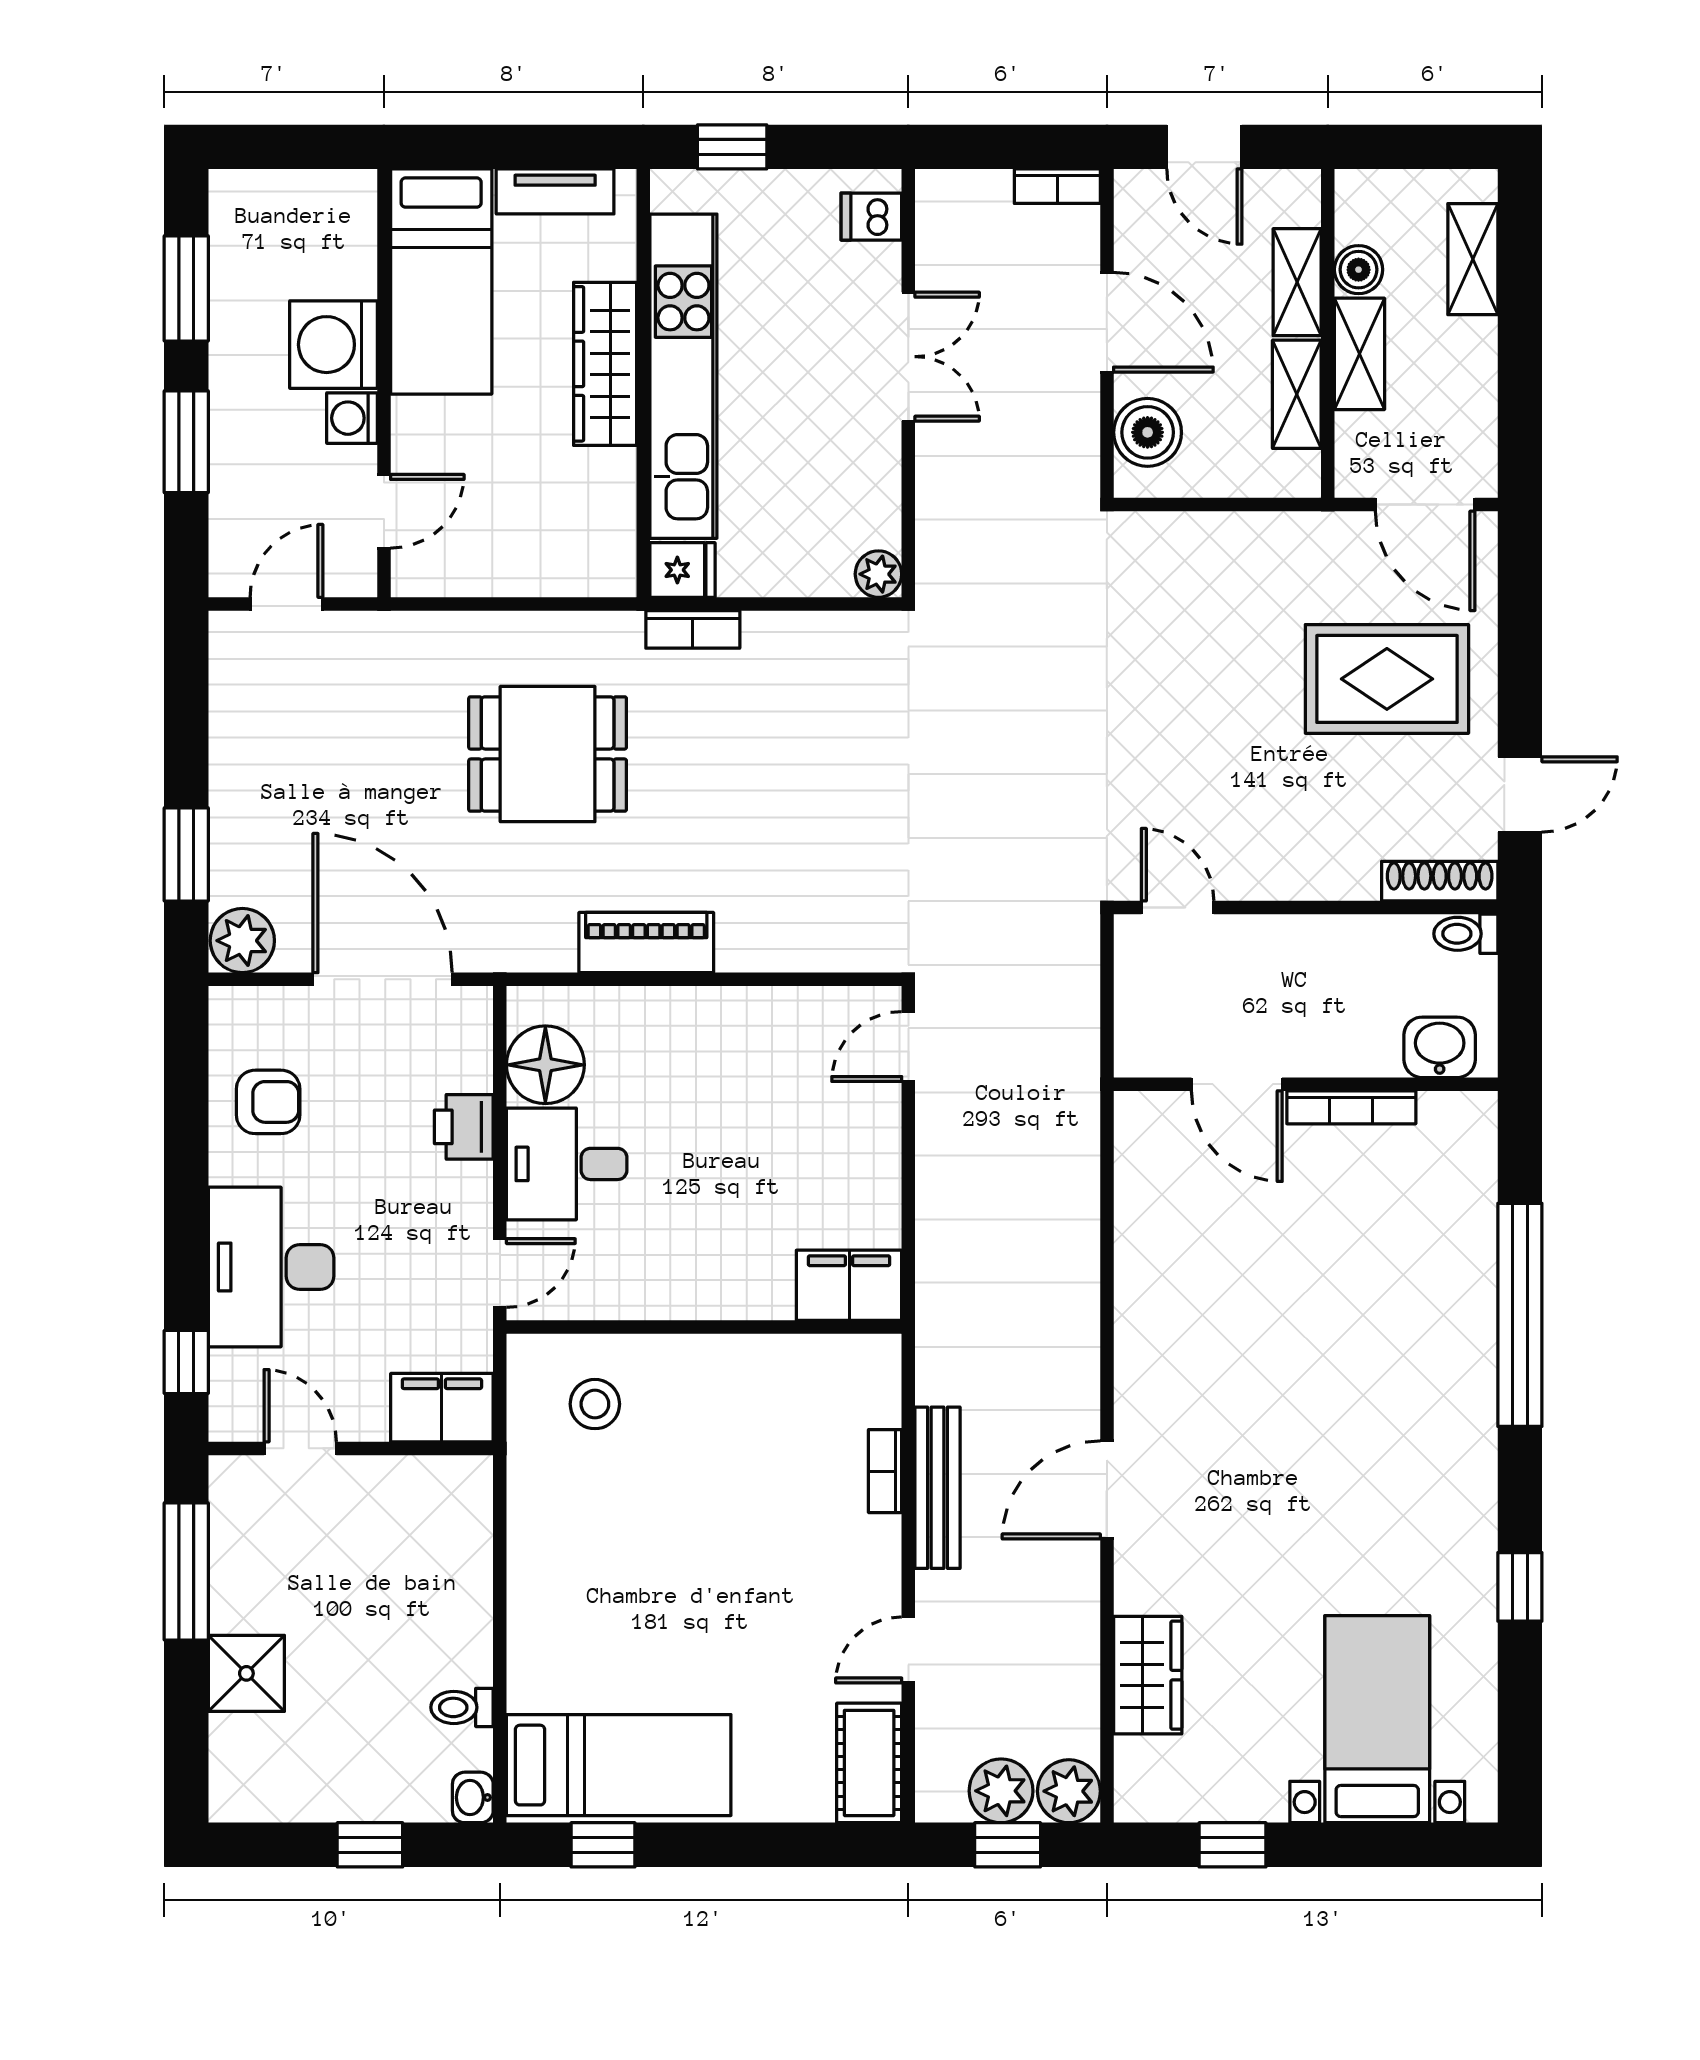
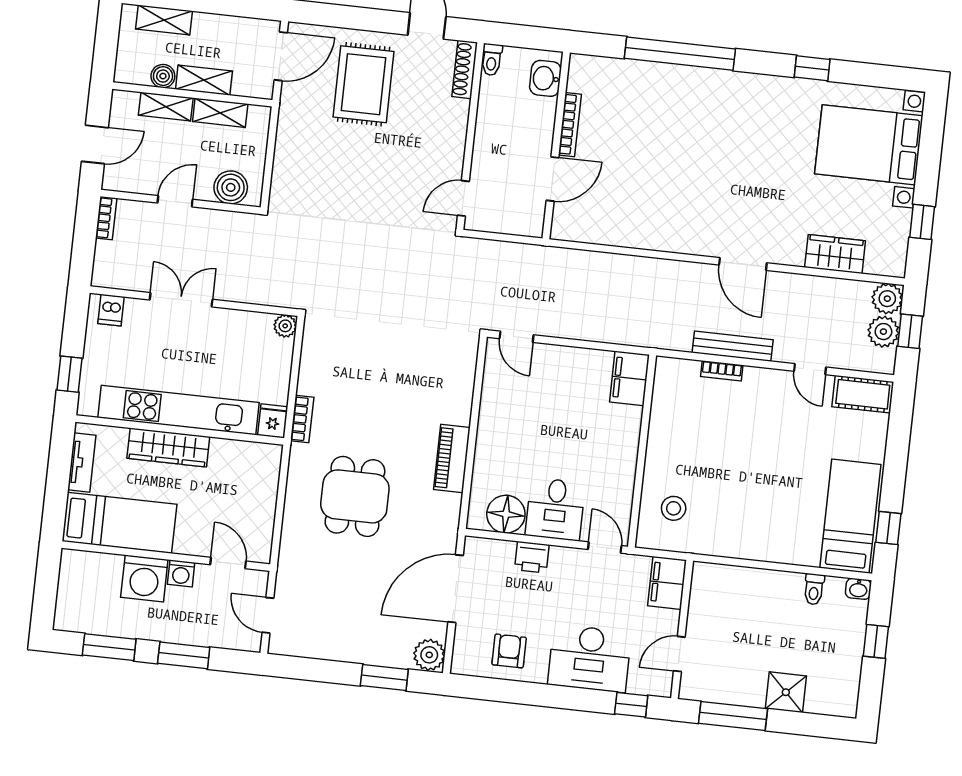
door: (1107, 322) -> (175, 201), width x0.73
bed with nightstands: (1377, 1719) -> (869, 145), width x1.36

